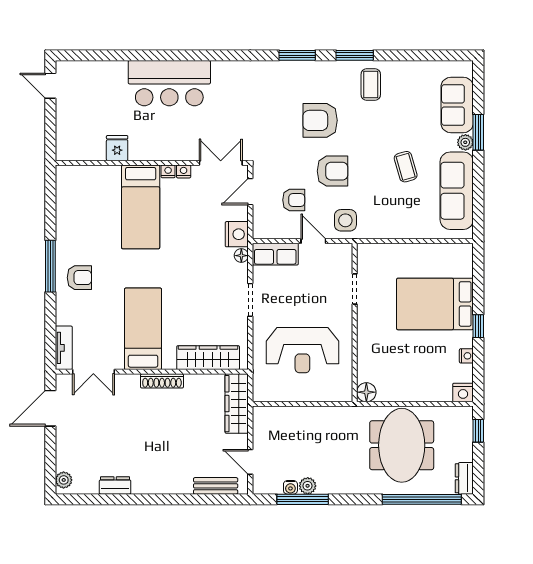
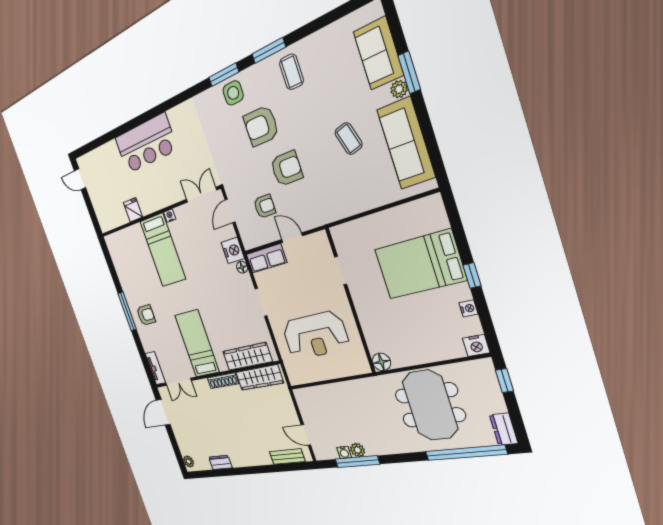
nightstand: (184, 171) -> (179, 212), removed
side table: (345, 220) -> (233, 93), moved
wardrobe: (237, 404) -> (259, 378), moved, turned -90

